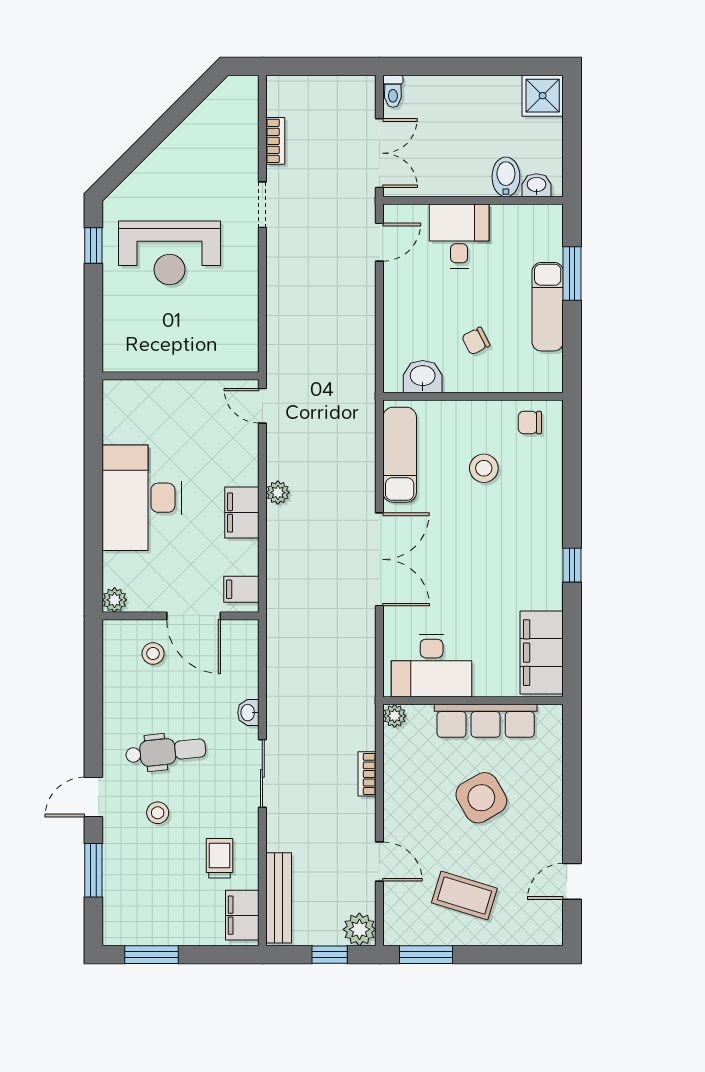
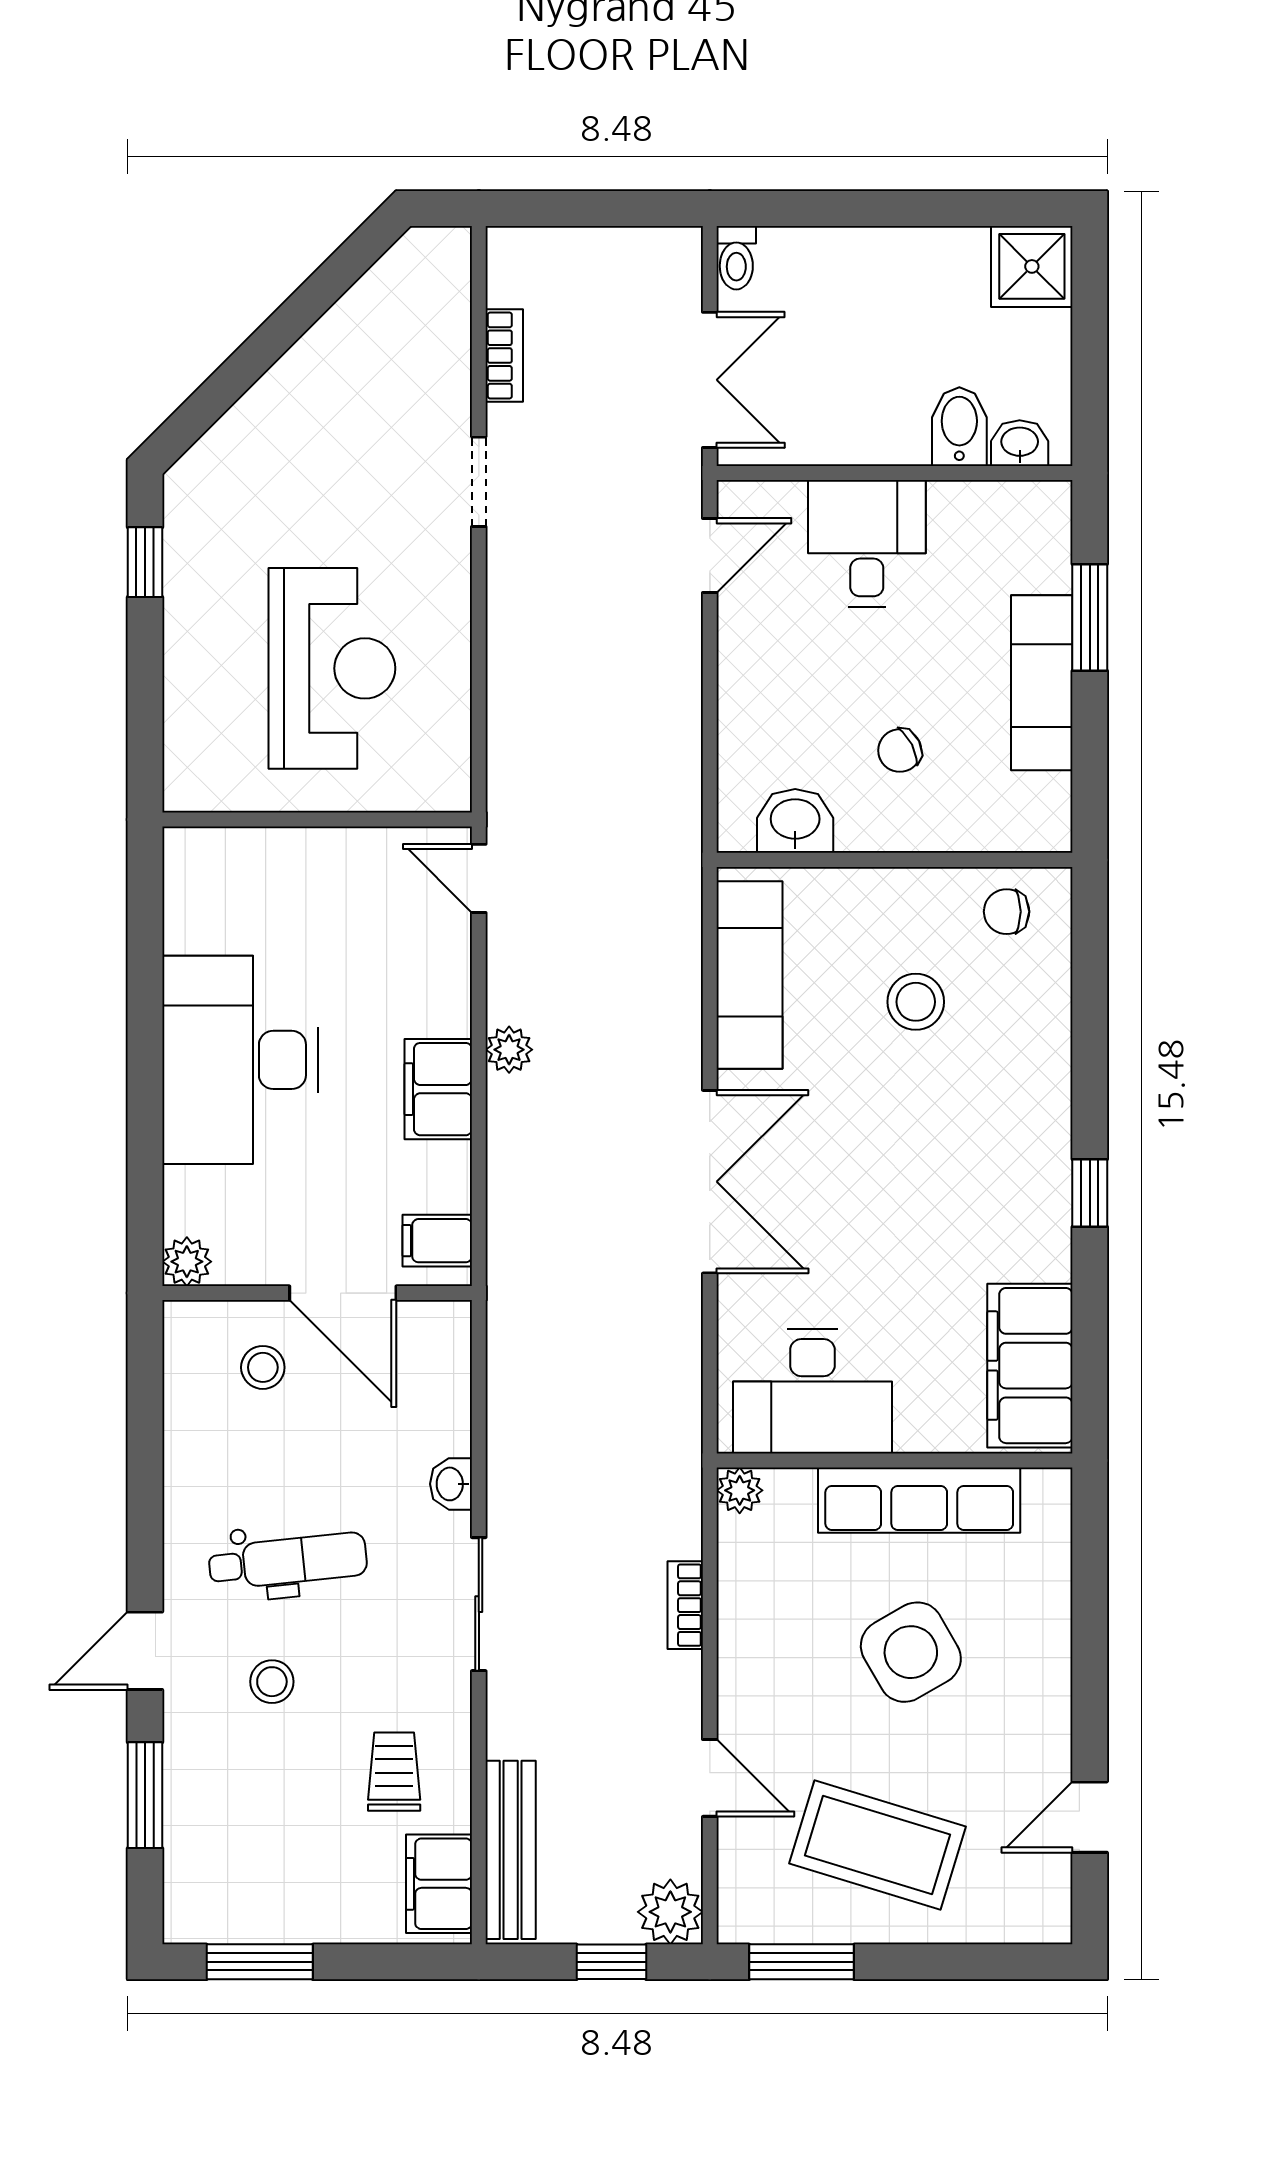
reception desk: (170, 253) -> (332, 668), moved, turned -90
coffee table: (464, 895) -> (877, 1845), width x1.36, depth x1.32

